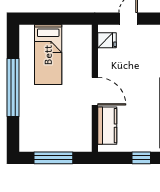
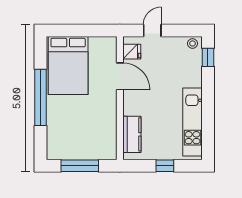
bed: (48, 55) -> (68, 66), width x1.50
door: (95, 91) -> (120, 76), moved

